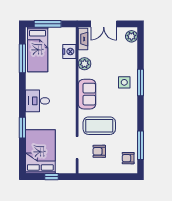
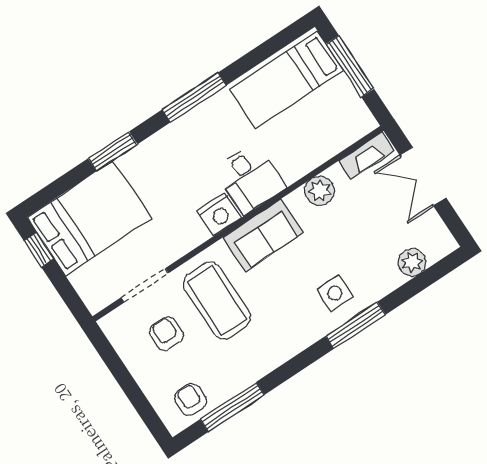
plant: (131, 36) -> (412, 262), moved
nightstand: (69, 52) -> (219, 214), moved
window: (22, 58) -> (194, 97), moved
desk: (37, 101) -> (250, 178), moved, turned 180
window: (52, 177) -> (39, 250), moved

